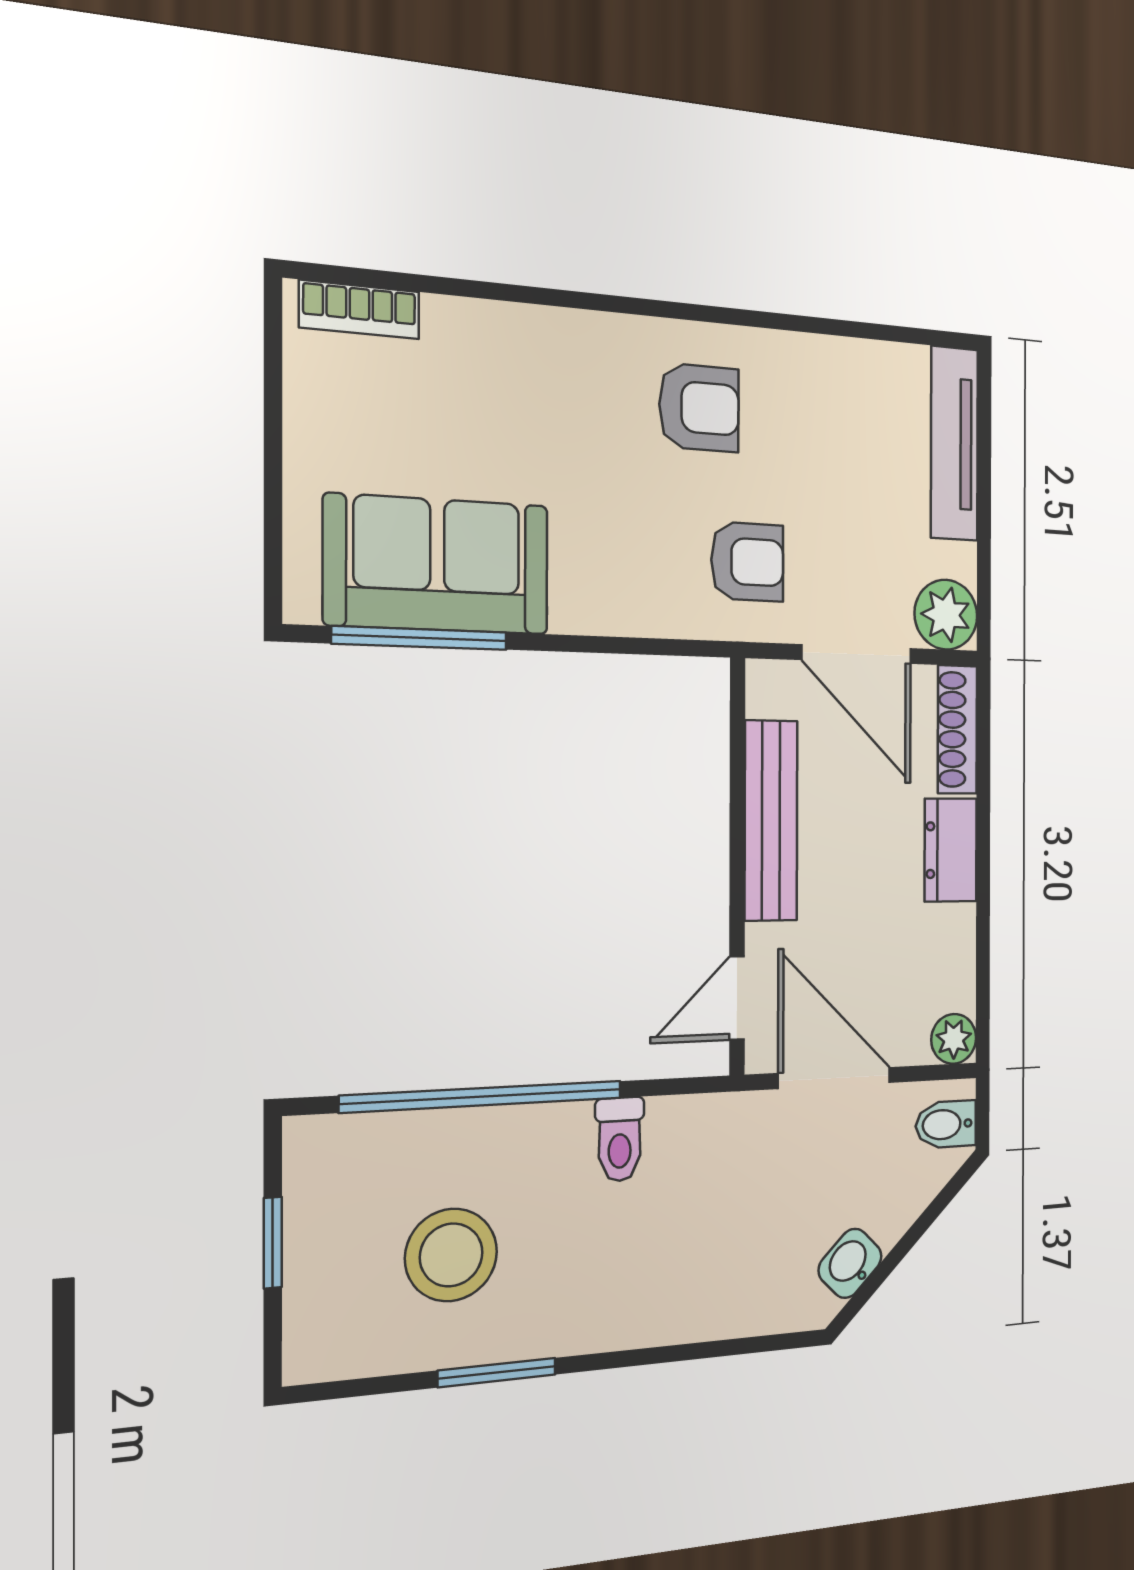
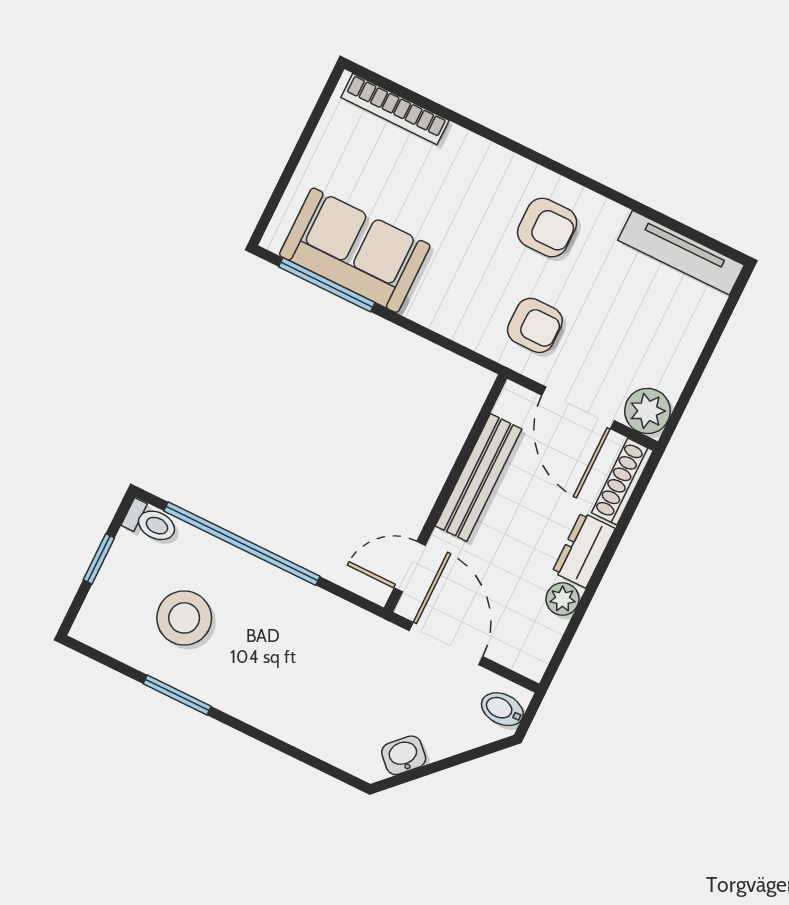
bookcase: (359, 310) -> (395, 109), width x1.56
tv unit: (954, 444) -> (681, 253), moved, turned -90
plant: (954, 1039) -> (562, 599), moved
toilet: (620, 1139) -> (151, 522), moved, turned -90

